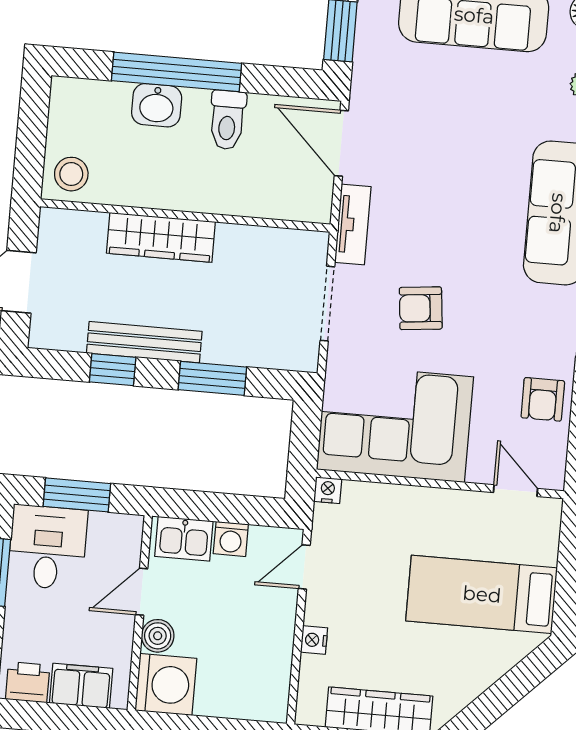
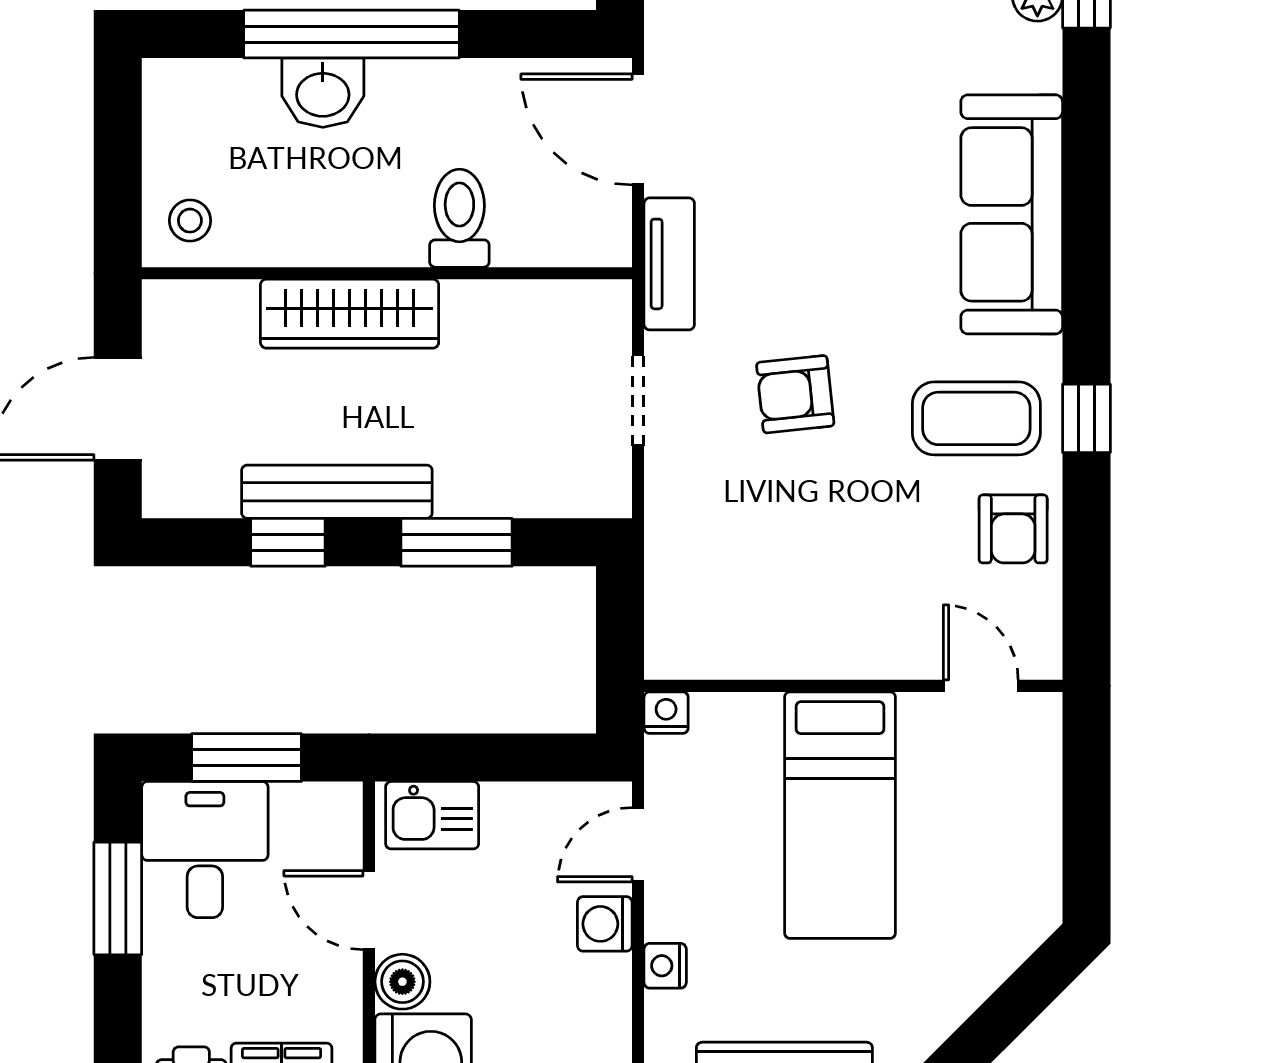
toilet: (227, 120) -> (459, 218), moved, turned 180
stool: (71, 174) -> (190, 221), width x0.73, depth x0.73
doorway: (327, 304) -> (638, 400), width x0.73
coffee table: (527, 332) -> (976, 418), added
corner sofa: (395, 423) -> (769, 591), removed
washing machine: (231, 539) -> (605, 924), moved, turned 90
door: (142, 592) -> (369, 910), hinge flipped
bed: (482, 594) -> (840, 815), moved, turned -90

